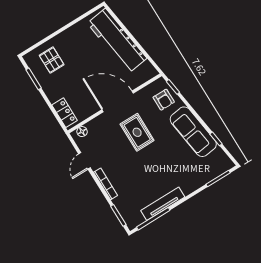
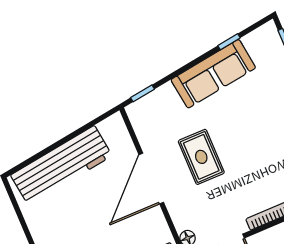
armchair: (164, 100) -> (159, 110), removed
rug: (137, 132) -> (201, 157), turned 90

